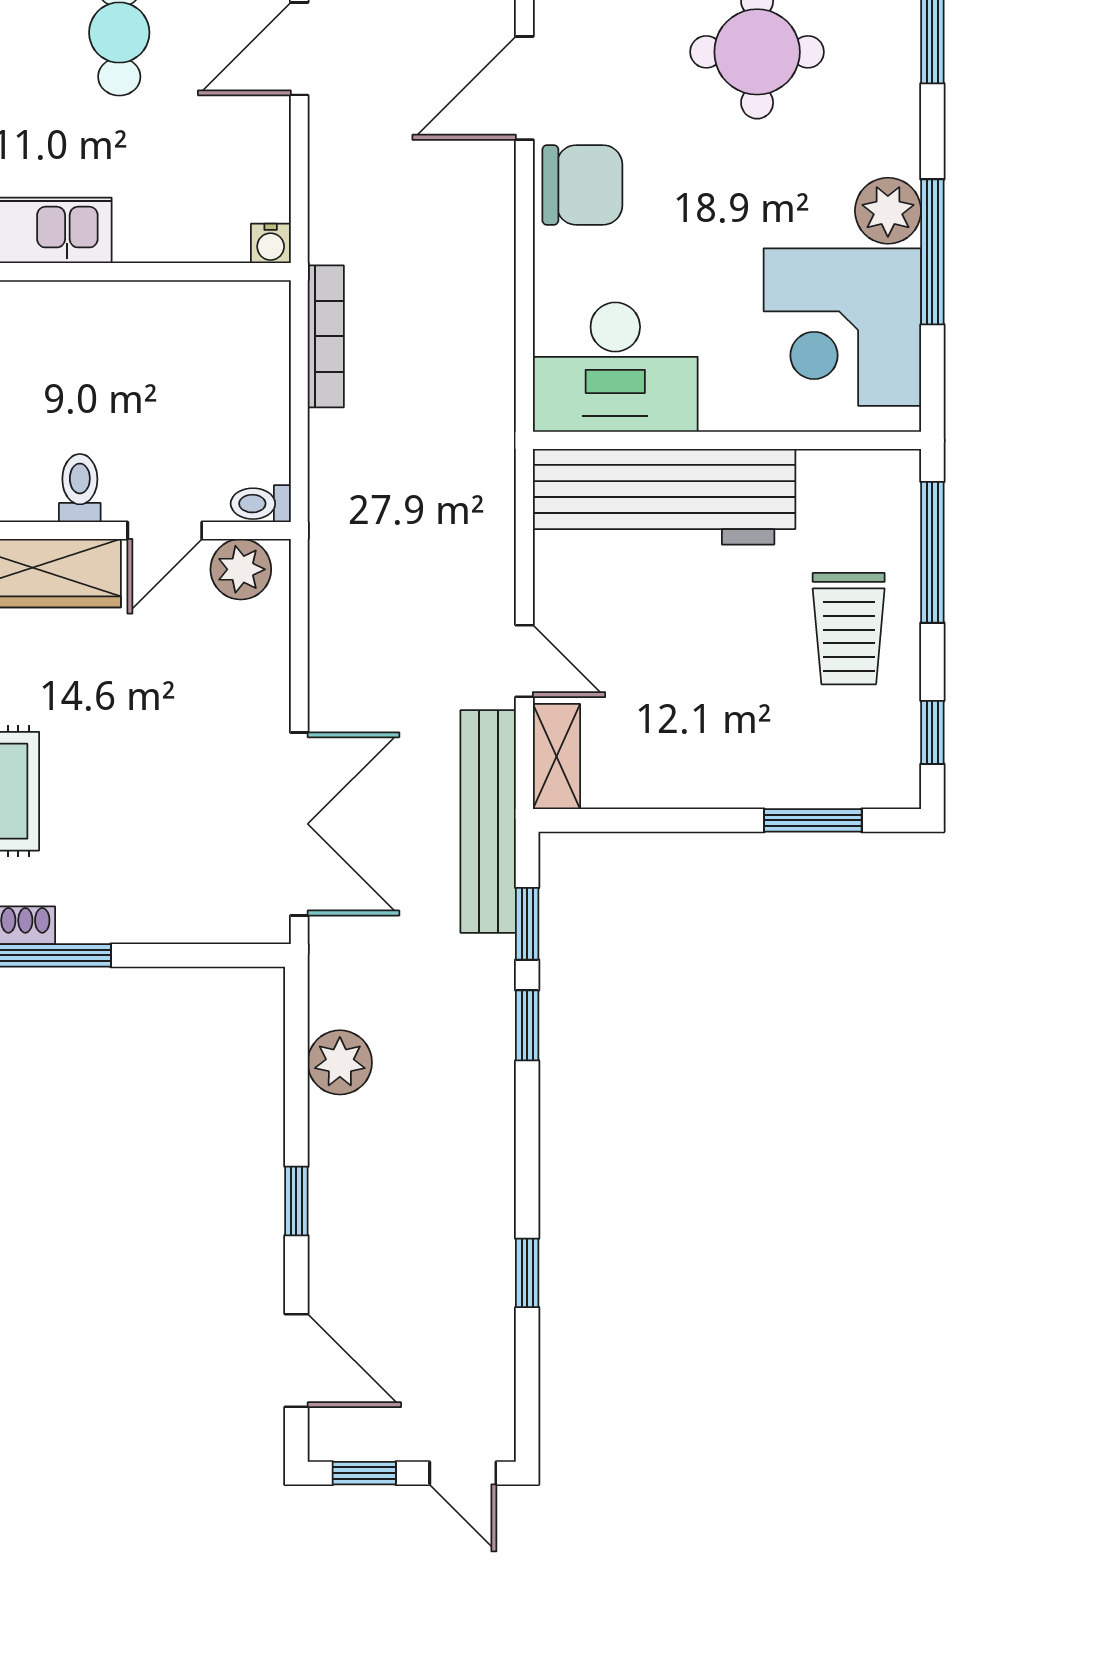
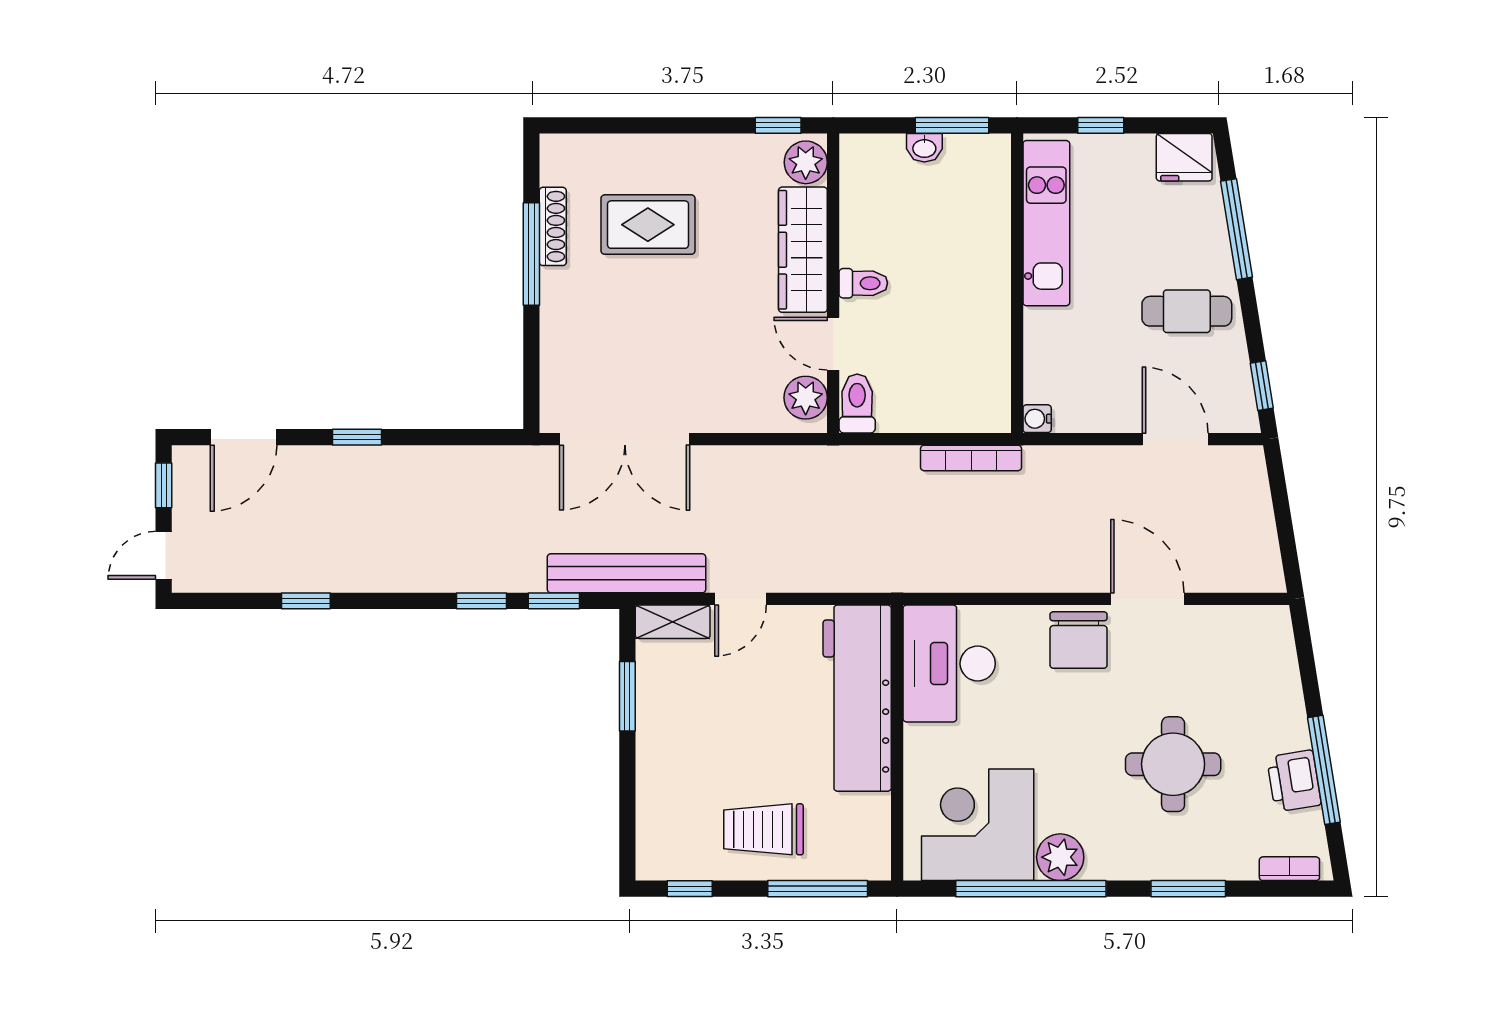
window: (932, 252) -> (1031, 889), width x1.46
toilet: (261, 504) -> (857, 403), width x1.37, depth x1.39
window: (813, 820) -> (627, 696), moved
plant: (340, 1062) -> (455, 468), removed

